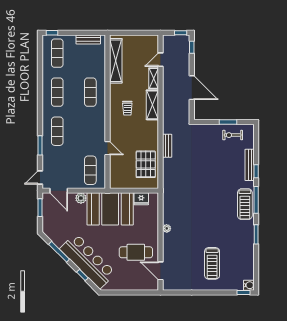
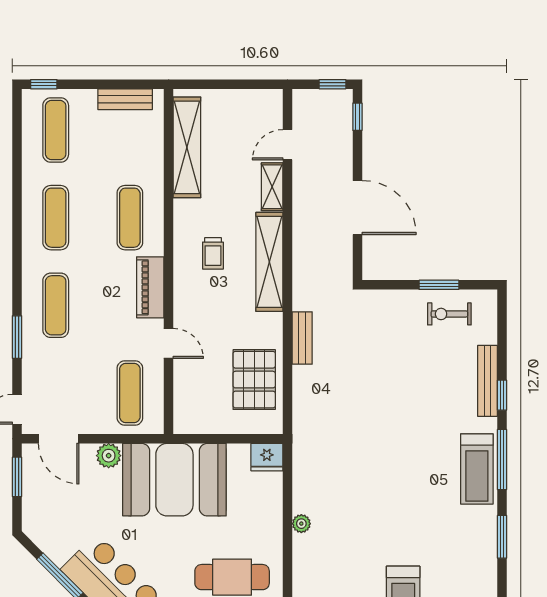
shelving: (152, 105) -> (269, 262), width x1.47
piano: (99, 123) -> (150, 287), added
fridge: (141, 199) -> (267, 457), moved

